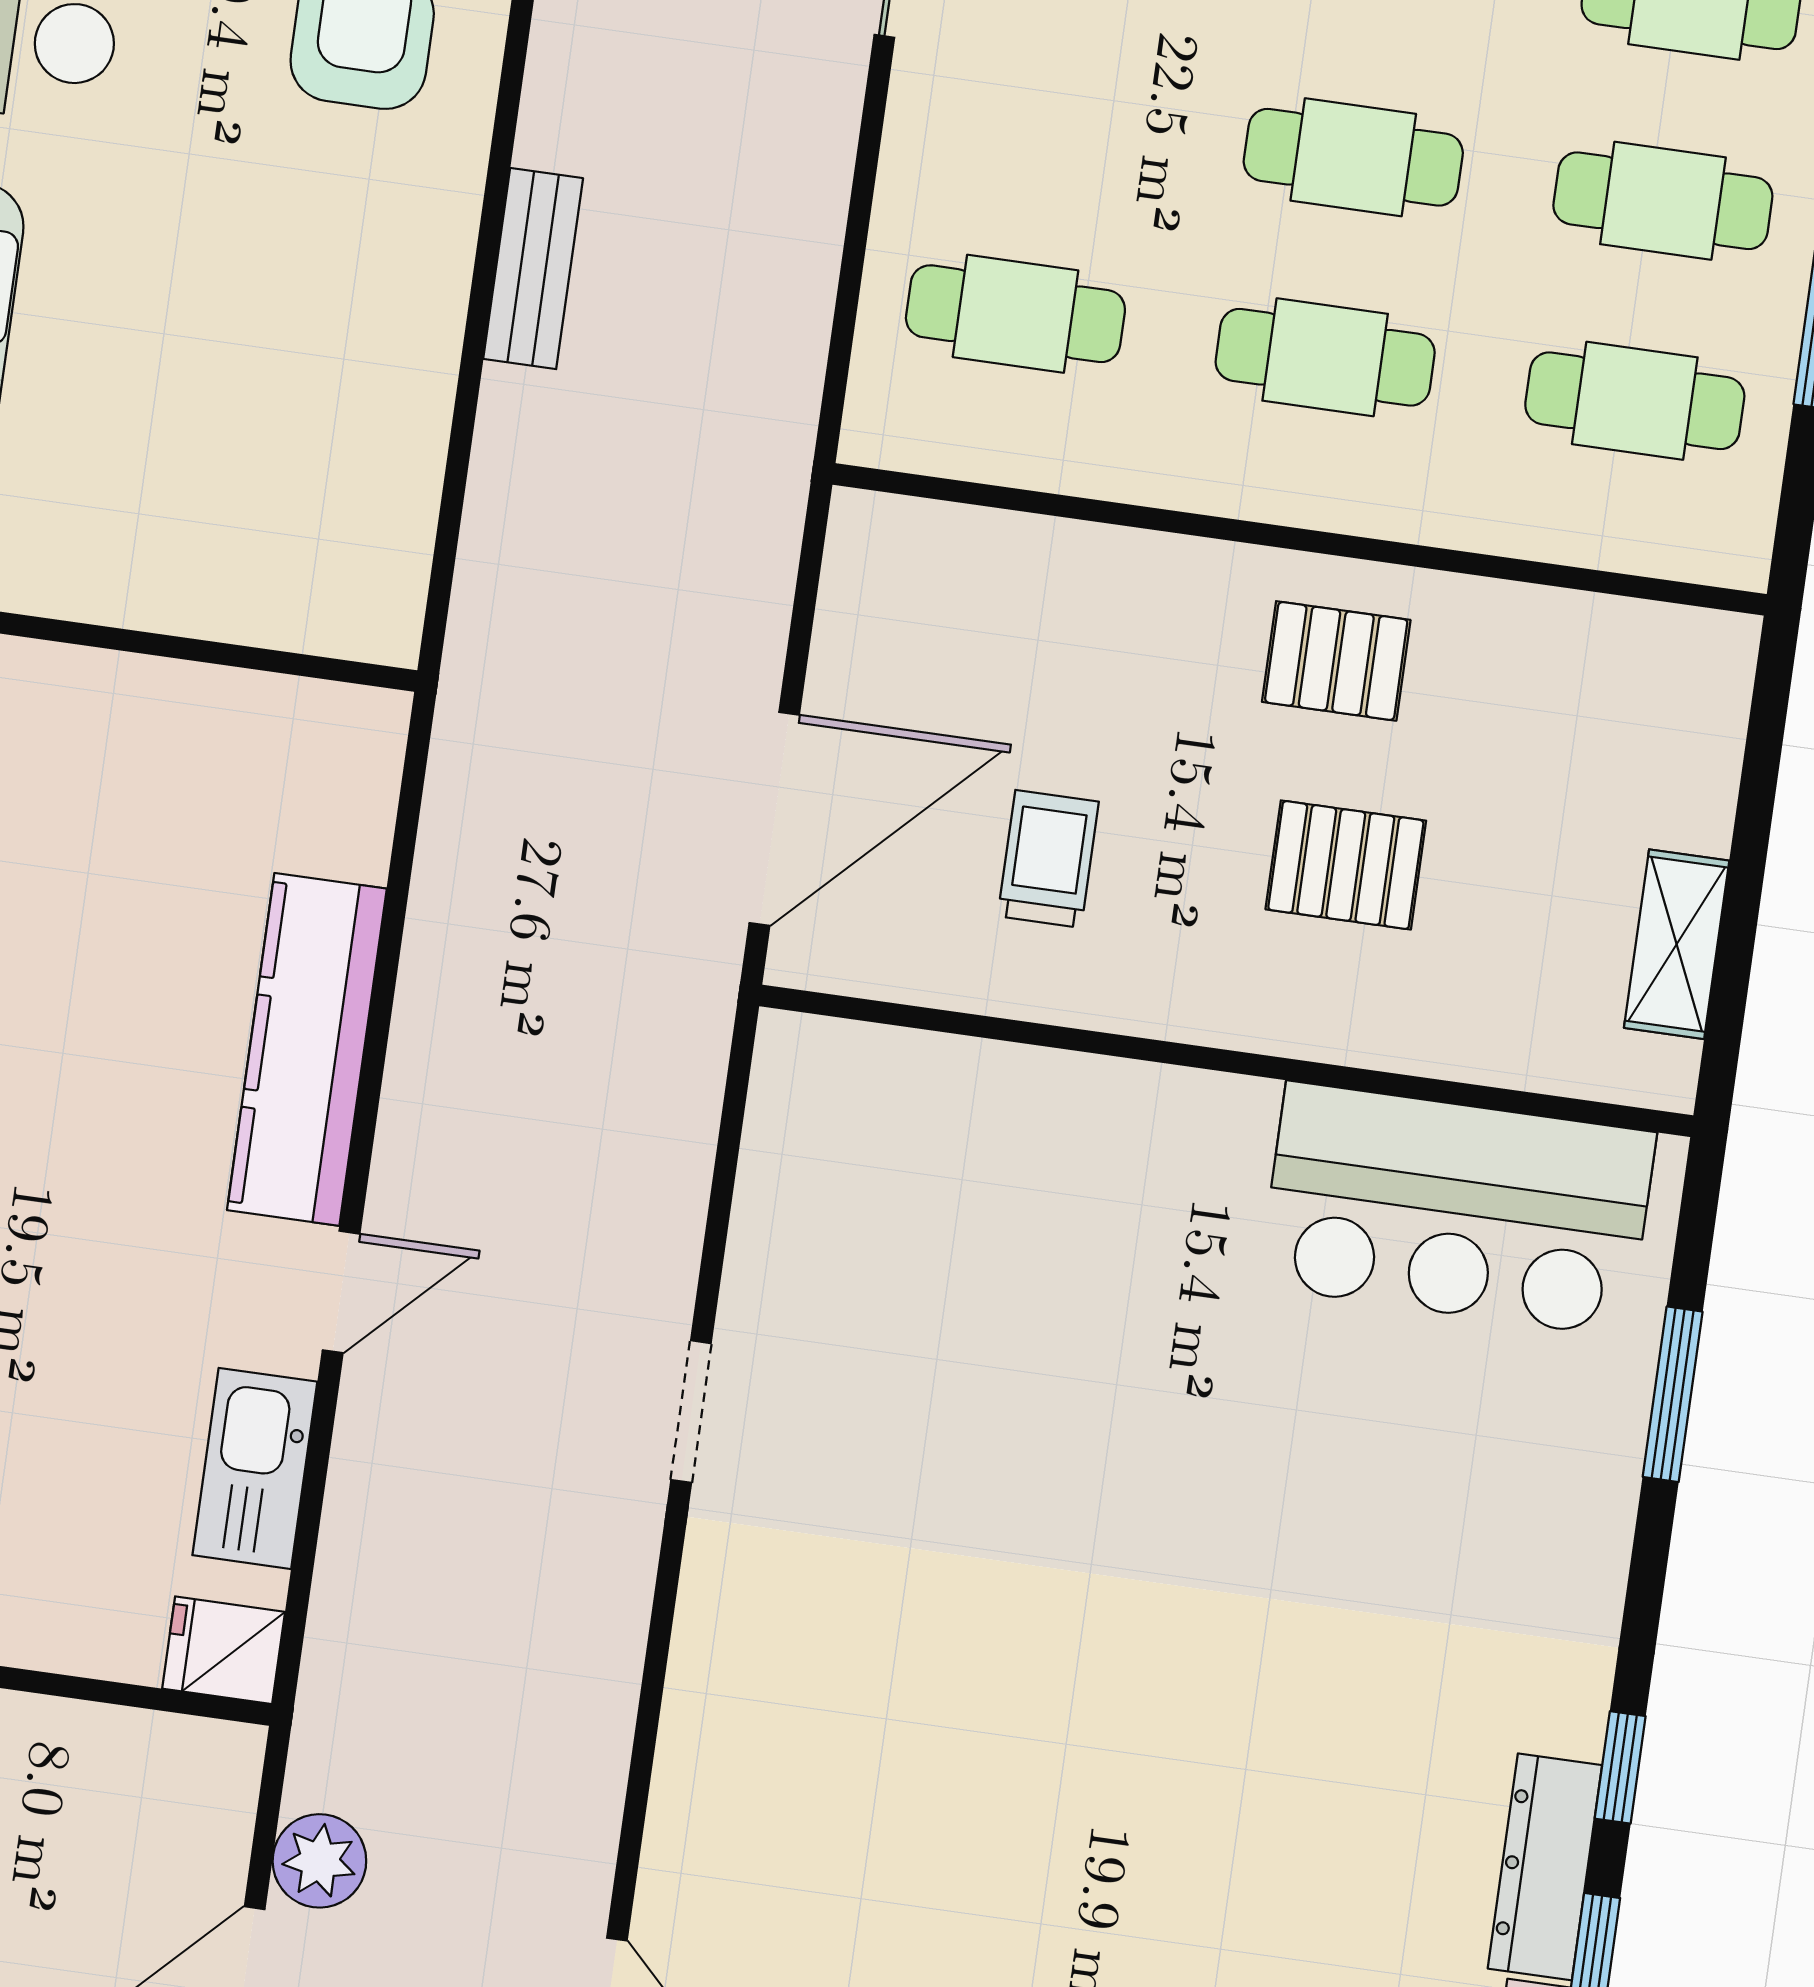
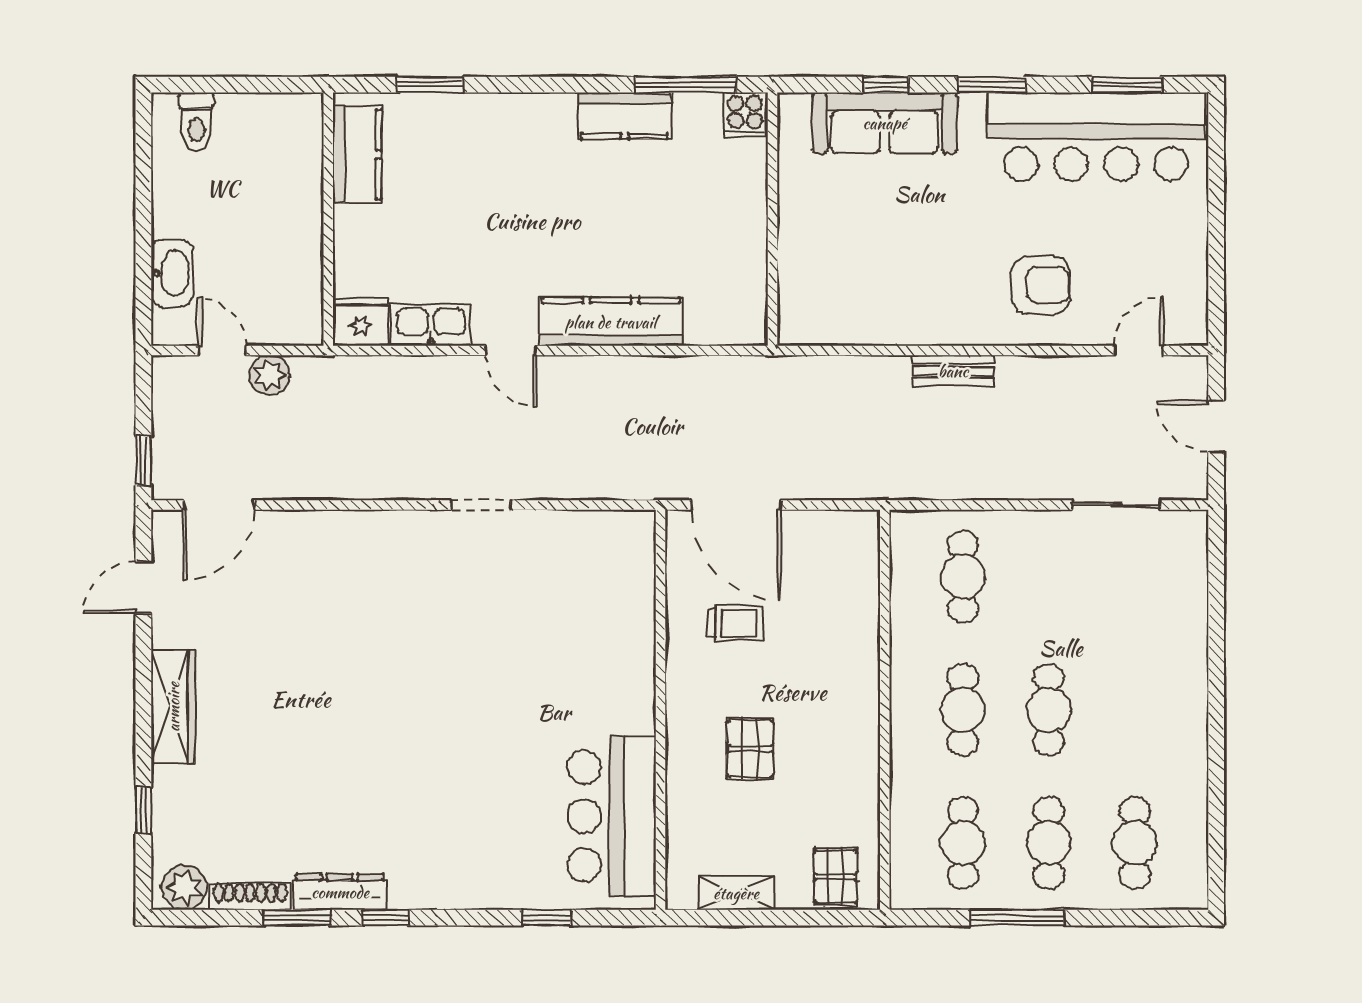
pallet: (1336, 661) -> (836, 877), moved
window: (1673, 1394) -> (546, 918), width x0.67
fridge: (224, 1650) -> (360, 322), width x1.38

